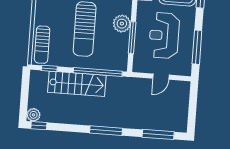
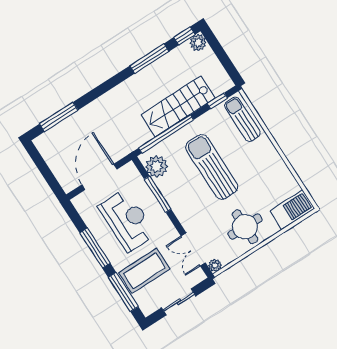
plant: (122, 24) -> (157, 166), moved
window: (197, 47) -> (95, 248), moved
door: (161, 77) -> (99, 177), width x1.88
window: (106, 131) -> (149, 59), moved

